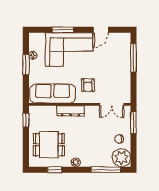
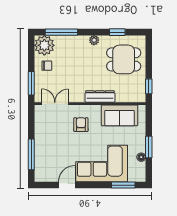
window: (63, 30) -> (123, 185), moved
sofa: (53, 94) -> (120, 115), width x0.73

